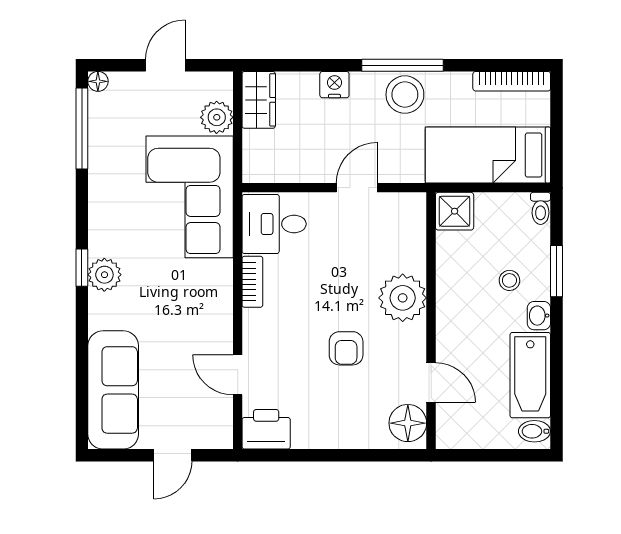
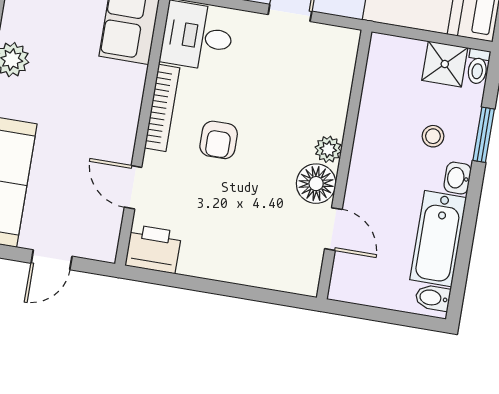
shower: (455, 211) -> (445, 64), moved
bookcase: (252, 282) -> (162, 108), width x1.56
plant: (403, 298) -> (328, 149), width x0.53, depth x0.53
armchair: (346, 348) -> (219, 140), moved
floor lamp: (408, 423) -> (316, 184), moved

